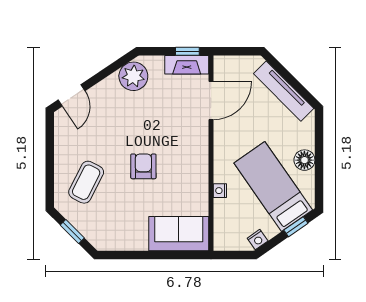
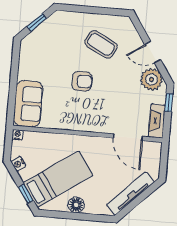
window: (187, 51) -> (169, 103), moved
door: (72, 95) -> (153, 52), moved
coffee table: (86, 182) -> (101, 44), moved
nightstand: (220, 191) -> (17, 135), moved

